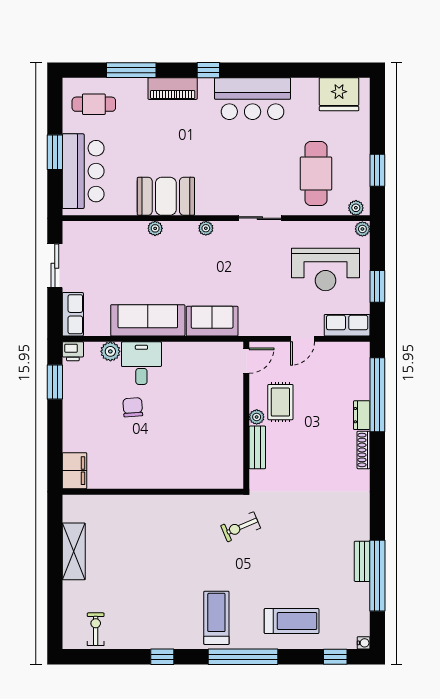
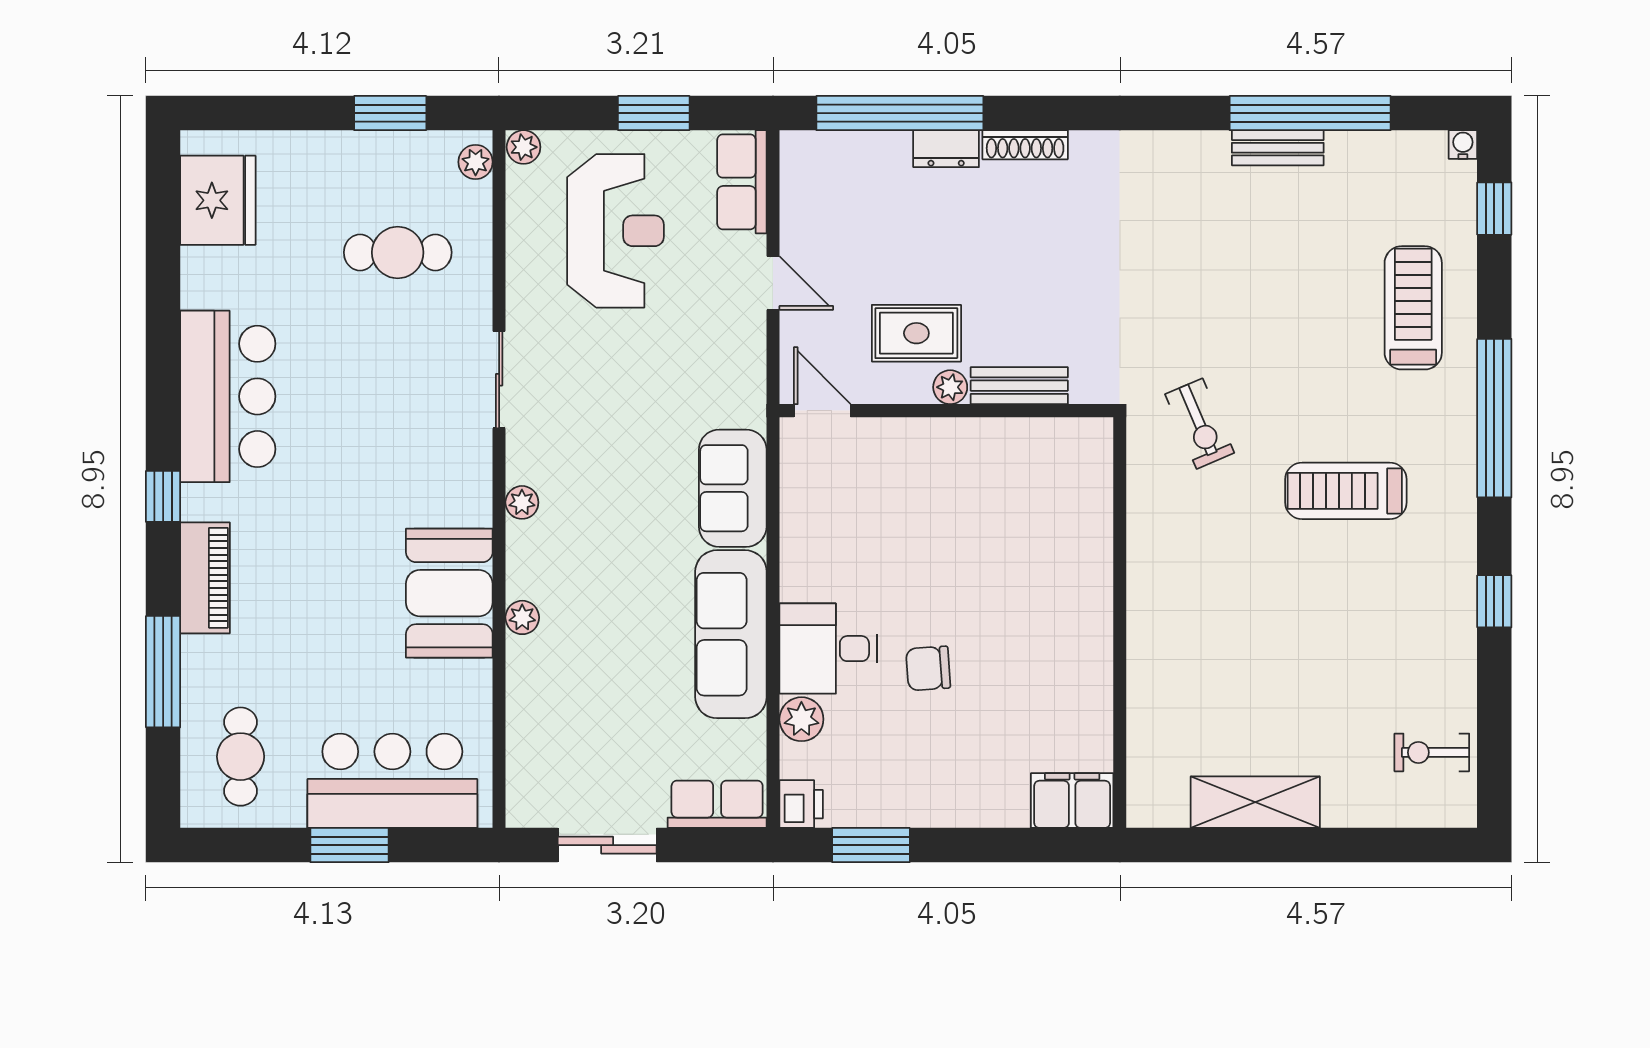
cafe table: (316, 174) -> (398, 252), width x0.73, depth x0.74
treadmill: (216, 618) -> (1346, 491), moved

